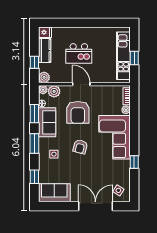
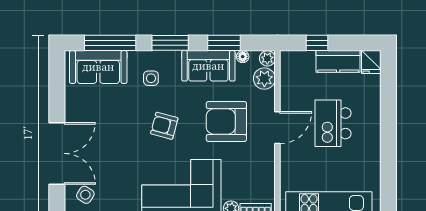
plant: (44, 77) -> (290, 60), removed
window: (34, 177) -> (110, 43), width x2.17
sofa: (54, 193) -> (98, 67), moved, turned 90

